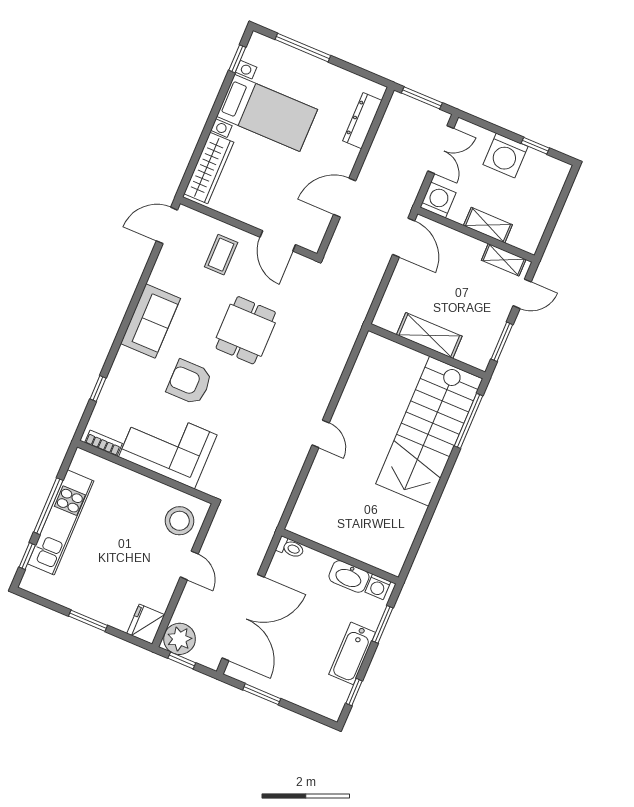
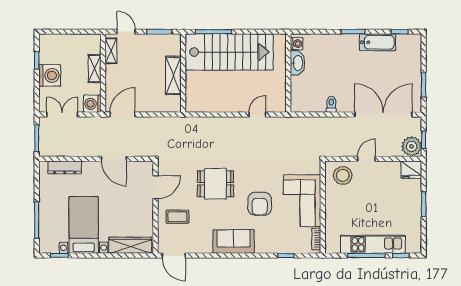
wall: (340, 557) -> (288, 73), moved
washbasin: (349, 576) -> (298, 63), moved
washing machine: (378, 587) -> (297, 44), moved

